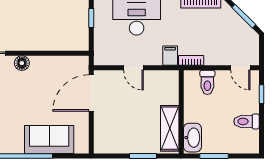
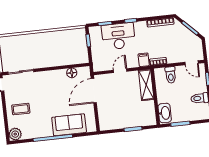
floor lamp: (22, 63) -> (72, 73), moved
door: (133, 68) -> (120, 71), swing flipped
shelving: (170, 128) -> (146, 85), moved

